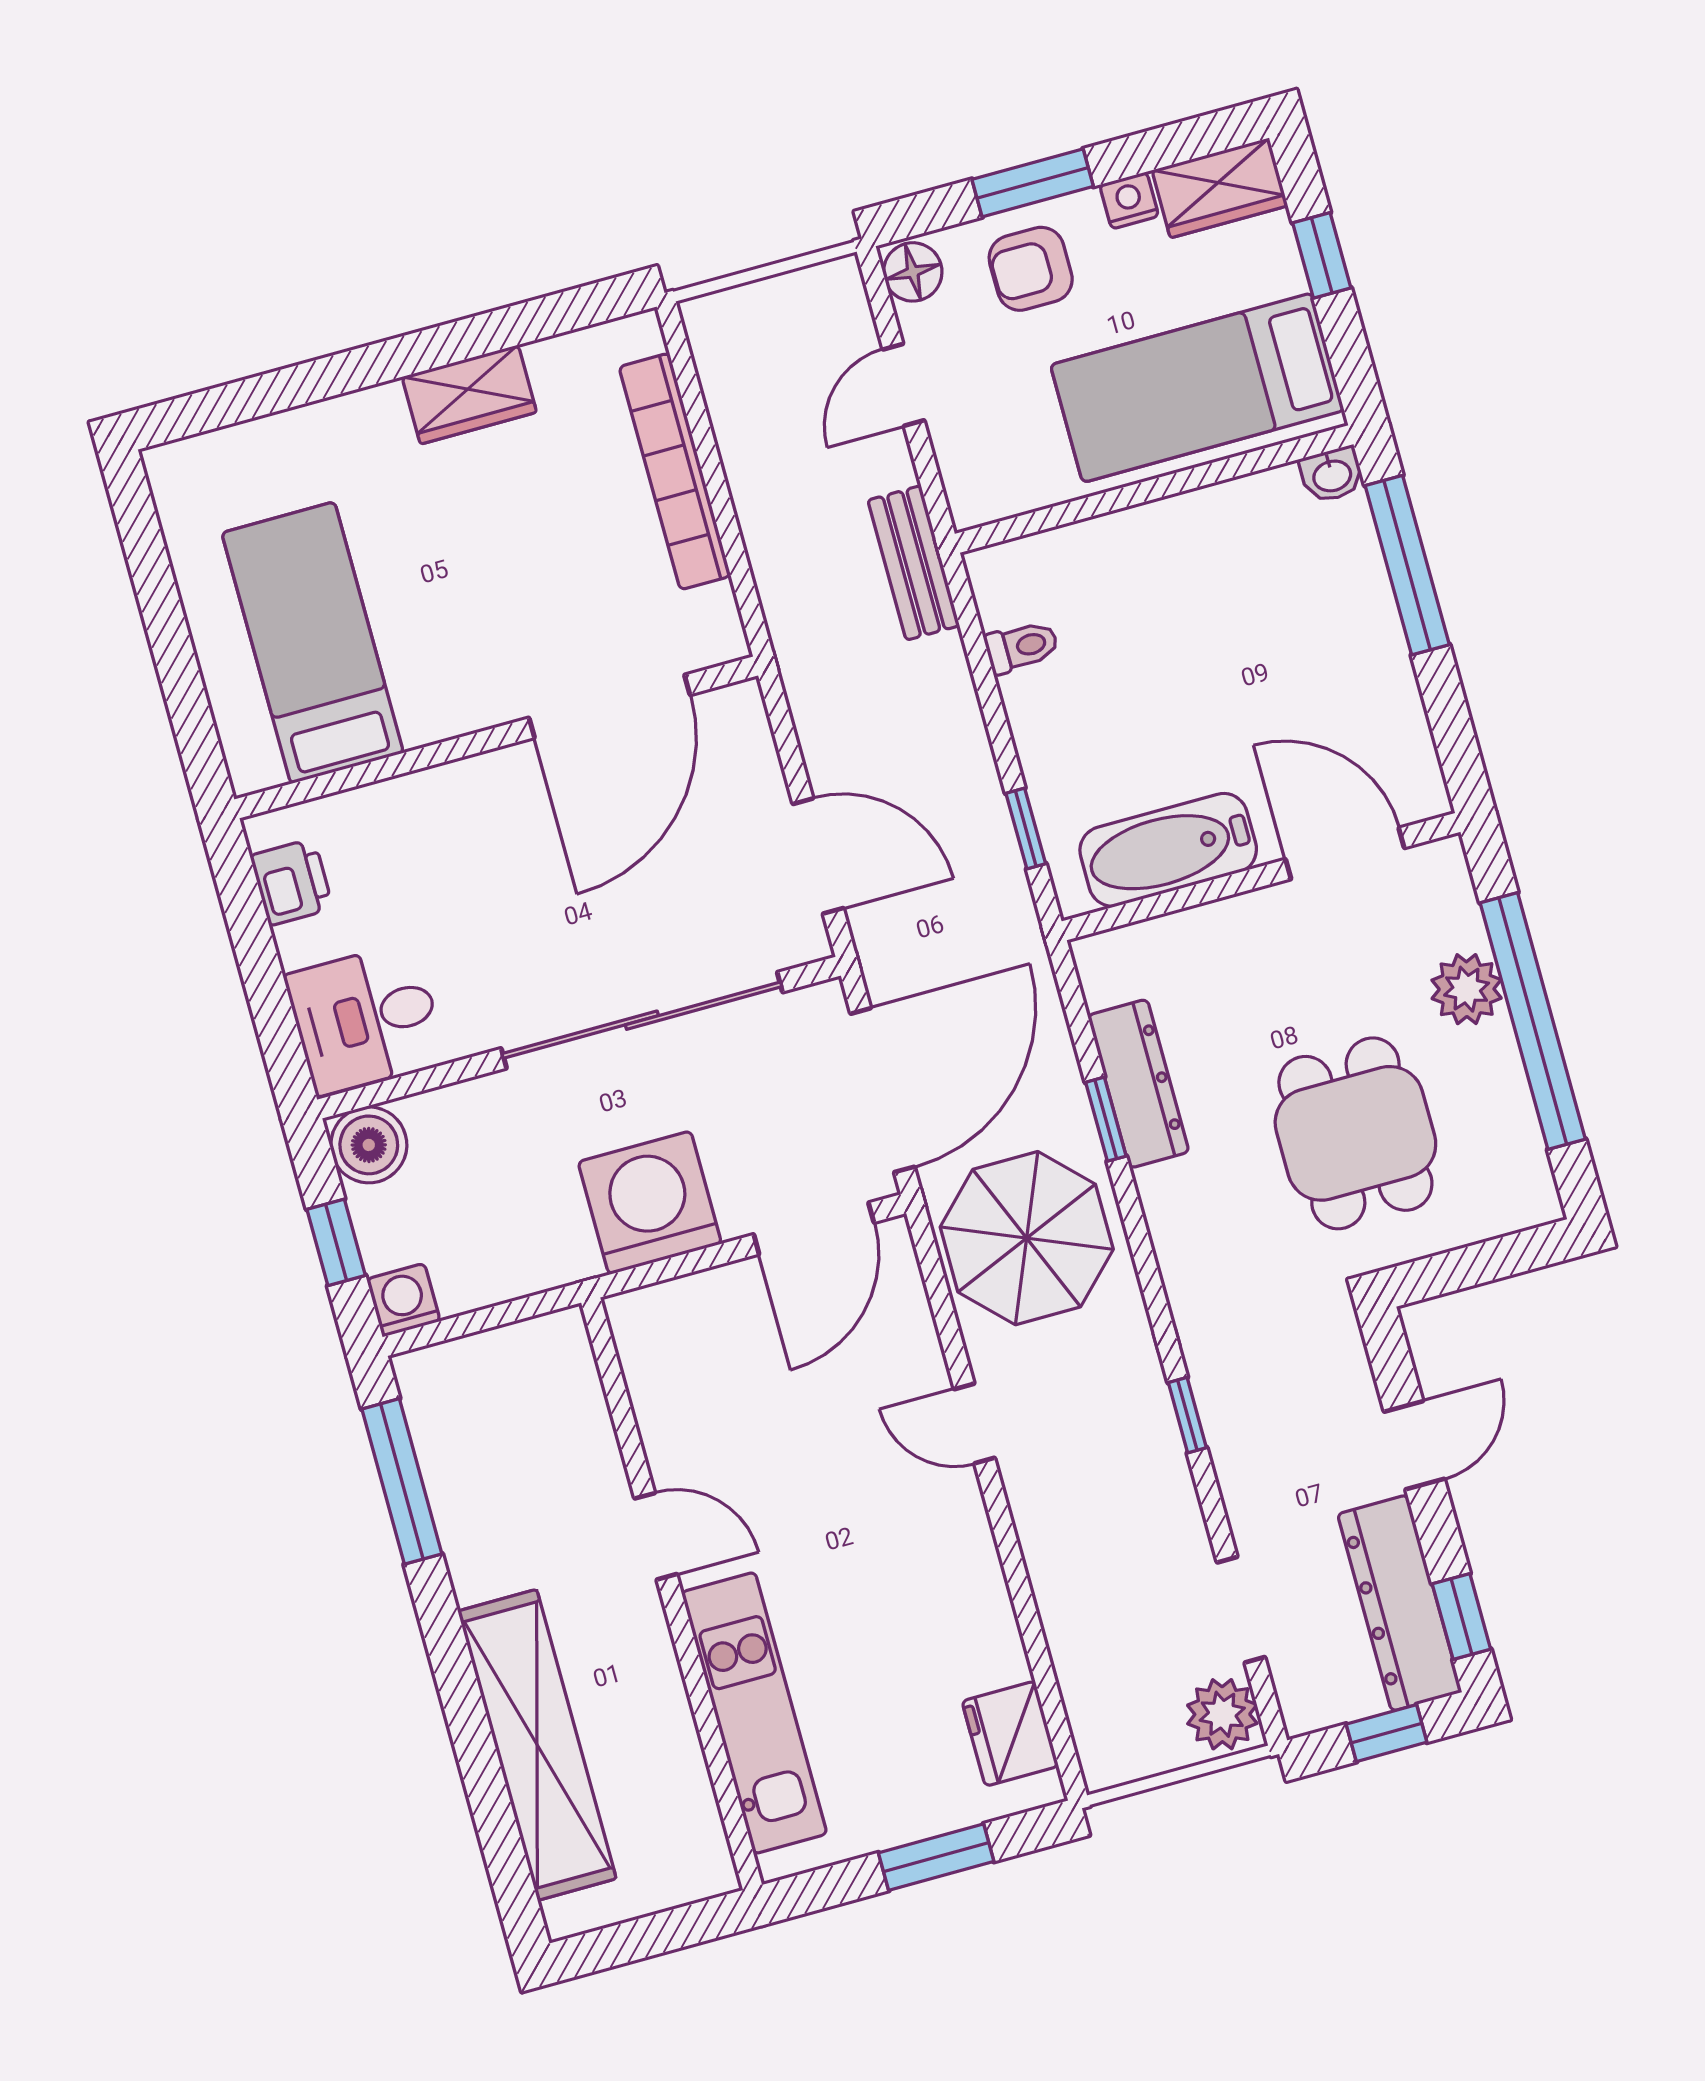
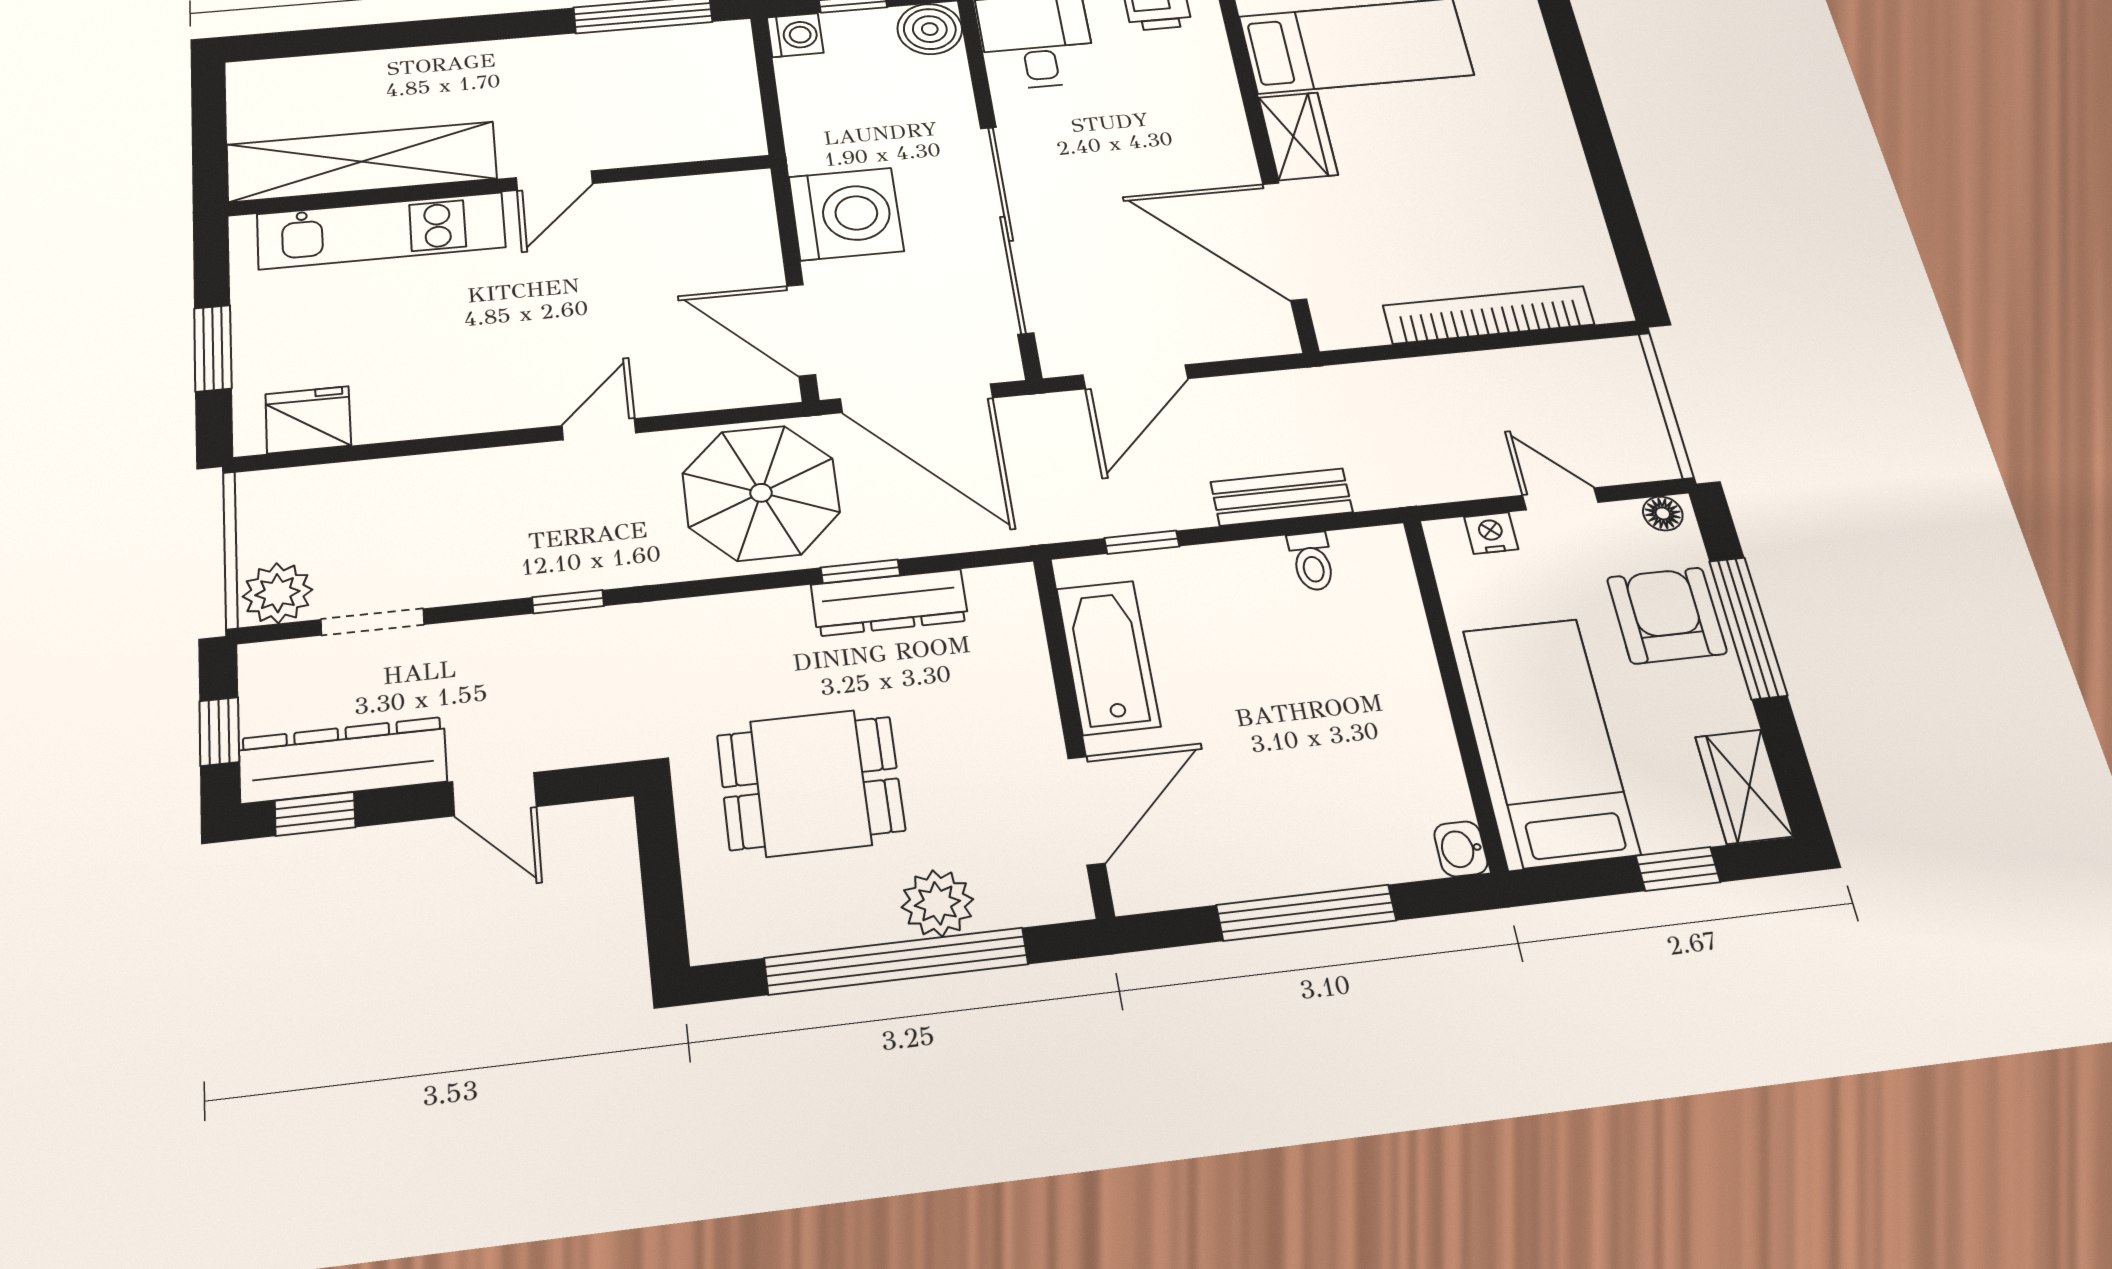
window: (1033, 183) -> (1748, 628), width x1.44
nightstand: (1129, 200) -> (1491, 533), moved, turned -90
armchair: (1031, 269) -> (1667, 615), width x1.38, depth x1.38
floor lamp: (913, 272) -> (1663, 513), width x0.73, depth x0.73
wardrobe: (469, 395) -> (1298, 136), moved, turned 180
bench: (914, 563) -> (1282, 497), moved
window: (1407, 565) -> (1306, 913), moved
shelving: (537, 1745) -> (362, 162), moved

